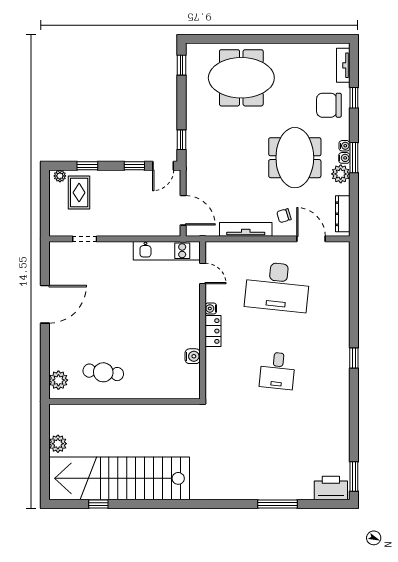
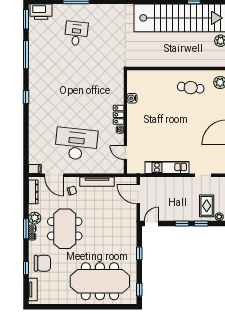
meeting table: (241, 78) -> (100, 281), width x1.36
window: (181, 140) -> (139, 253), moved
window: (134, 166) -> (182, 223), moved
filing cabinet: (340, 248) -> (35, 169), added
kitchen unit: (167, 251) -> (167, 168), moved
desk: (277, 371) -> (76, 34), moved
window: (354, 423) -> (26, 55), added

